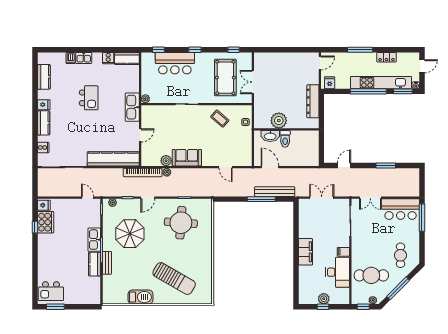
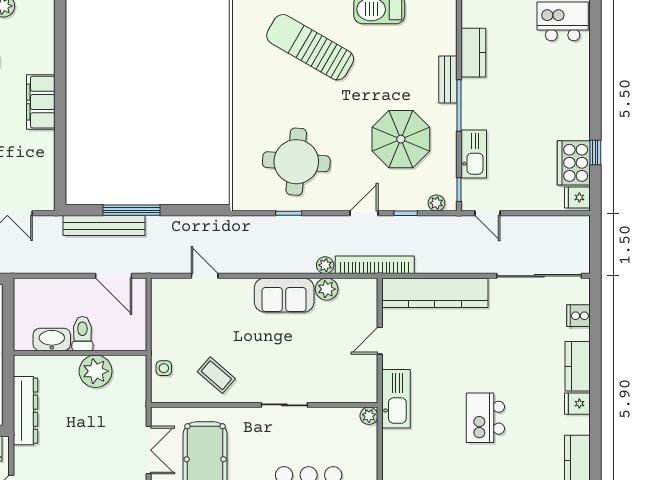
washbasin: (270, 136) -> (52, 339), moved
kitchen sink: (94, 240) -> (474, 154), moved
kitchen counter: (95, 264) -> (473, 53), moved

